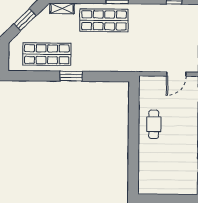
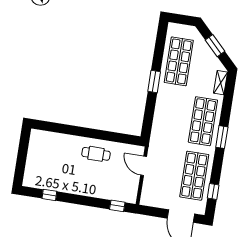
shop shelf: (161, 21) -> (194, 176), added
door: (176, 74) -> (144, 166), moved

